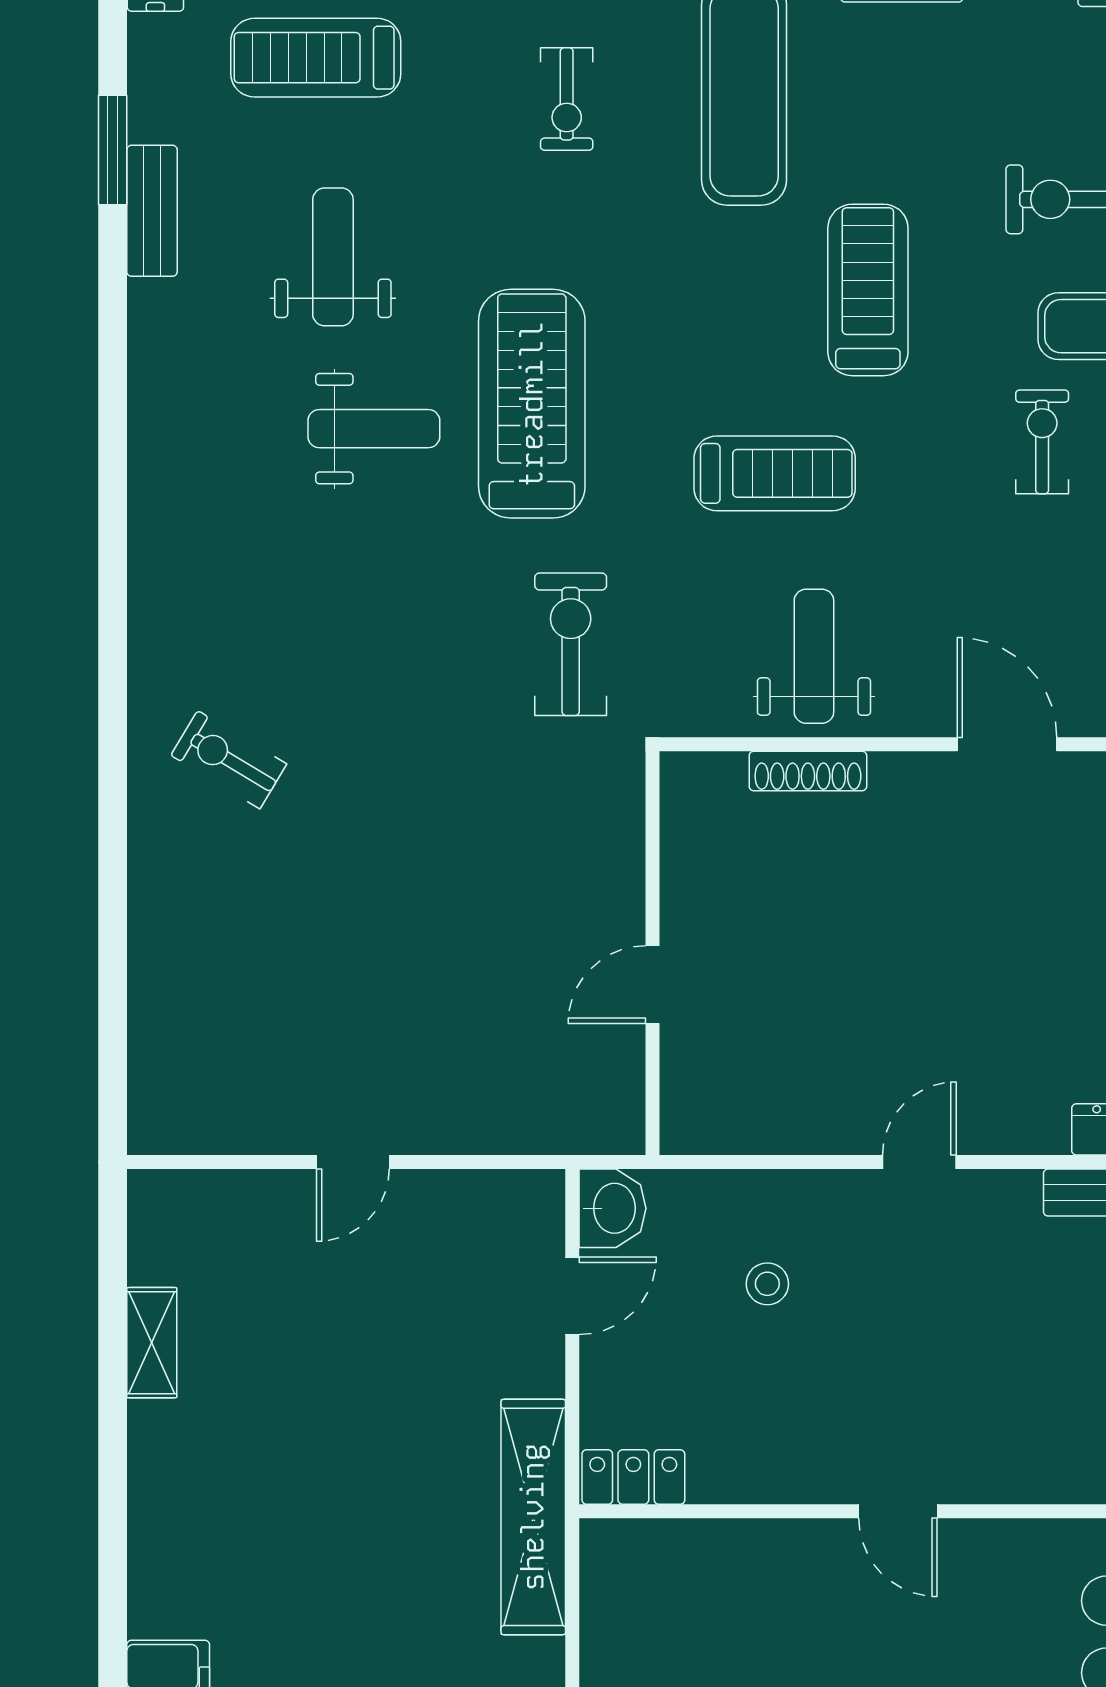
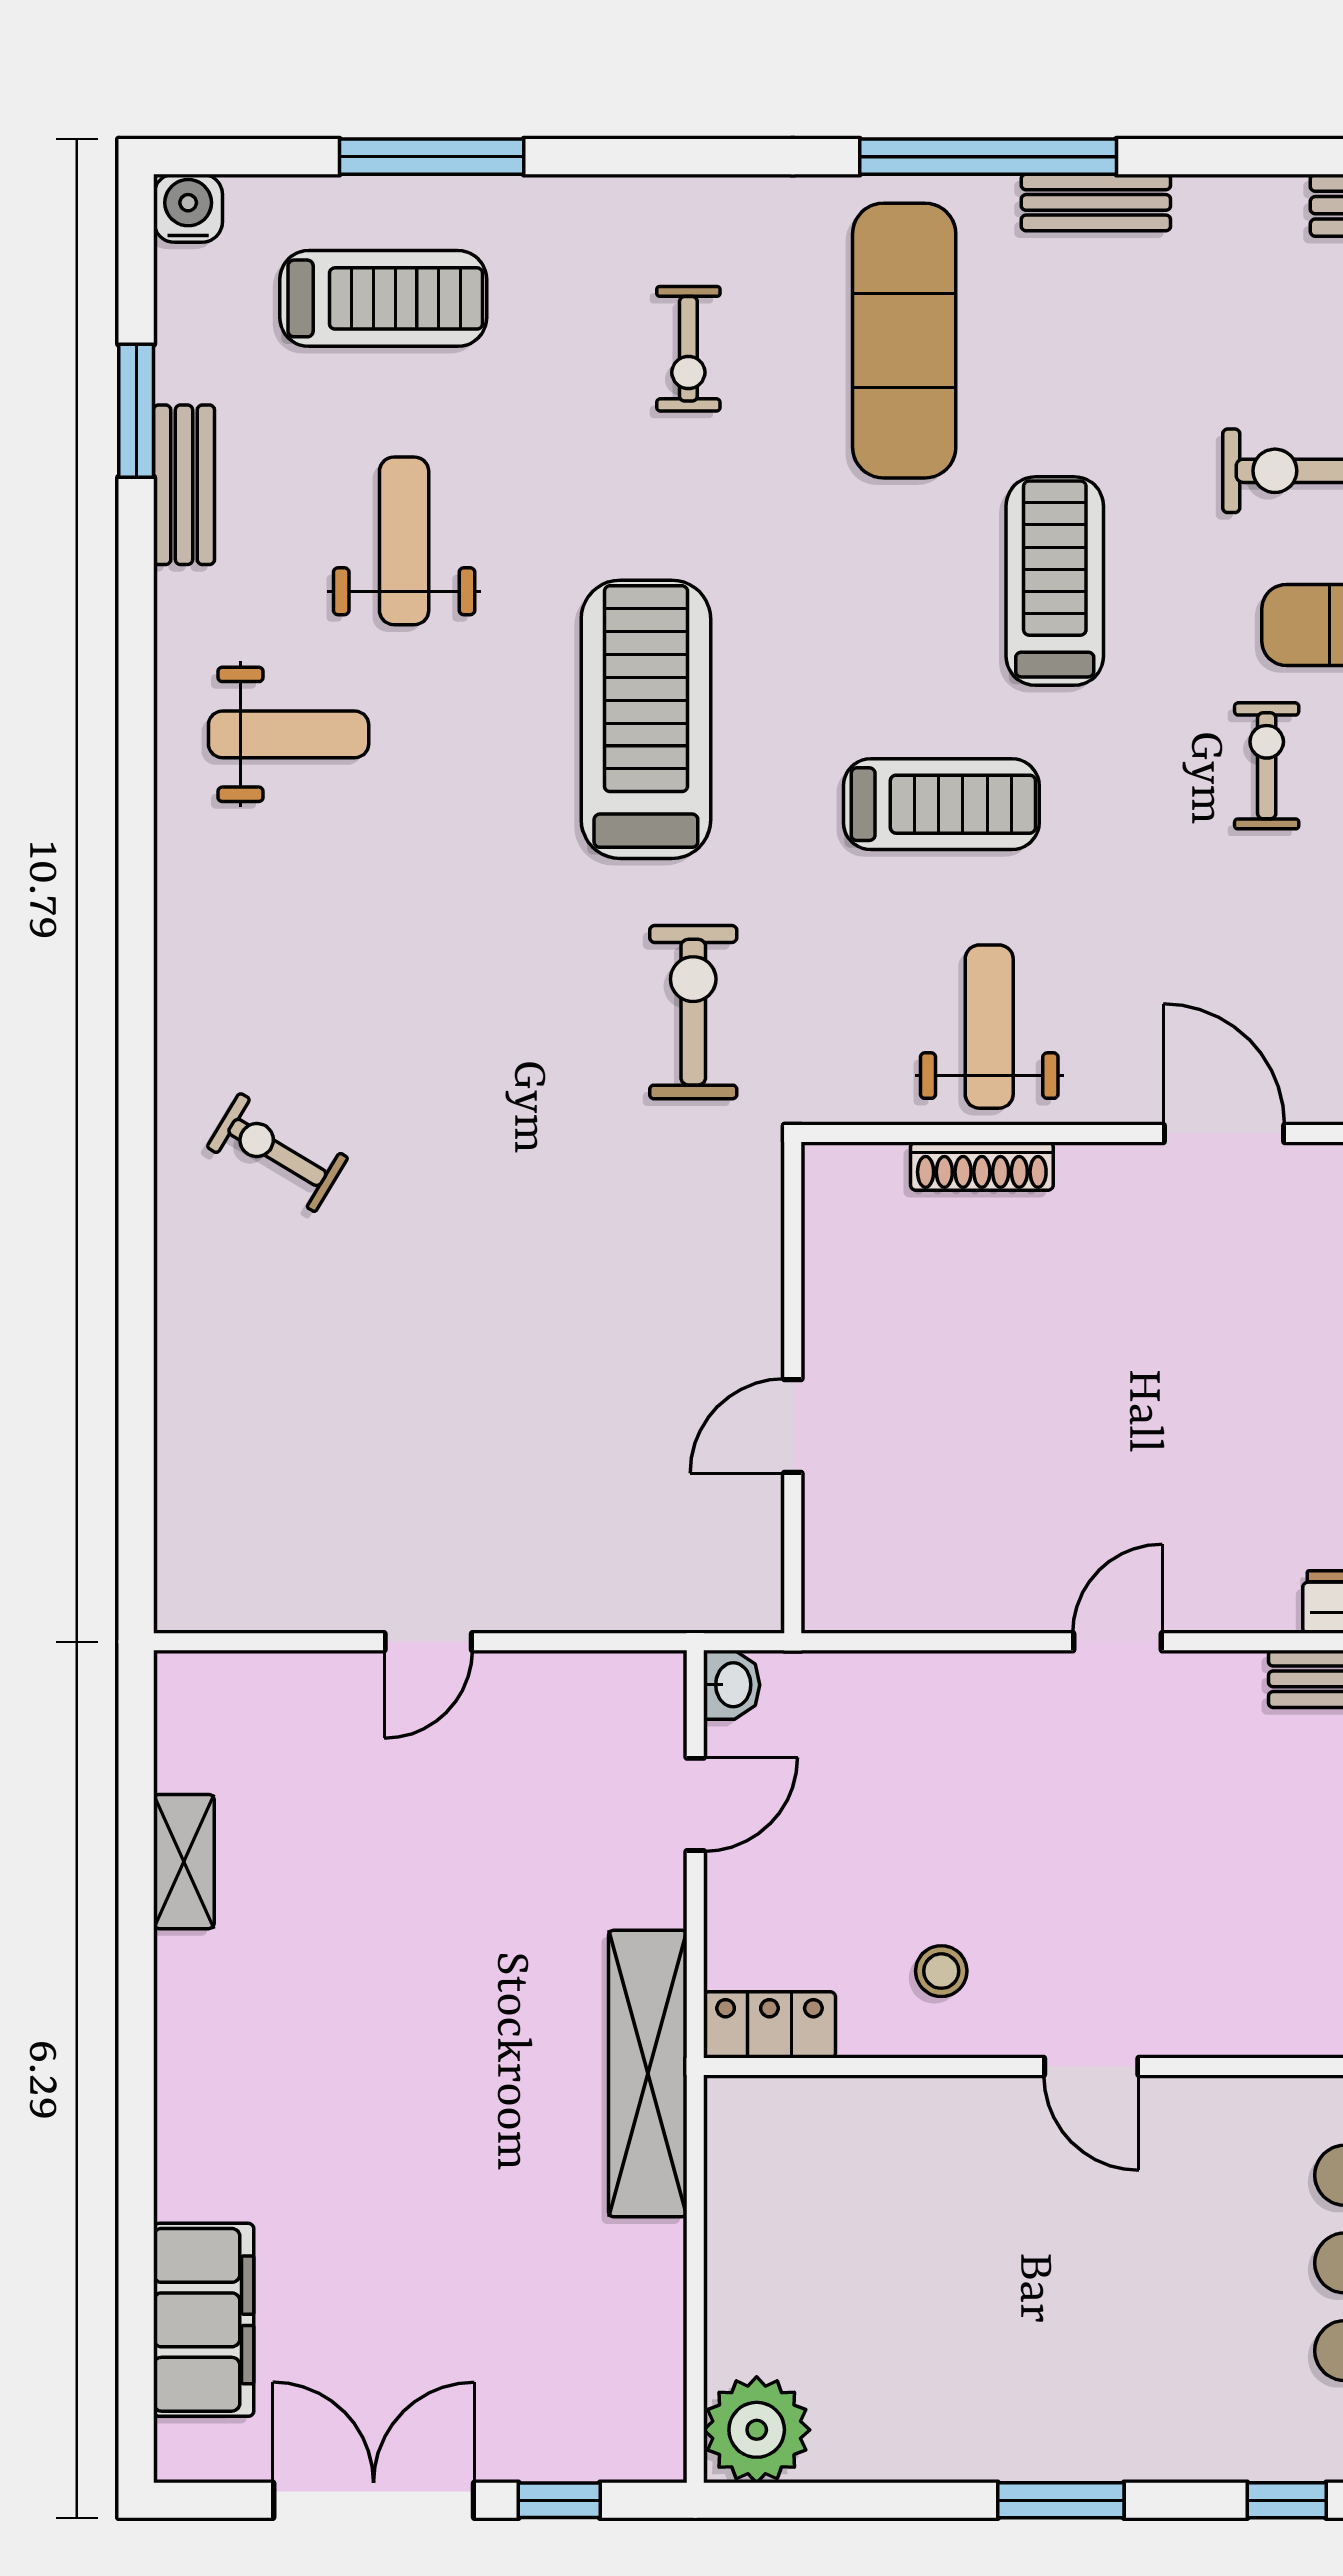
treadmill: (316, 58) -> (383, 298), turned 180
weight bench: (374, 429) -> (289, 734), moved
washbasin: (612, 1208) -> (732, 1685), width x0.72, depth x0.69
stool: (767, 1284) -> (941, 1971), moved

